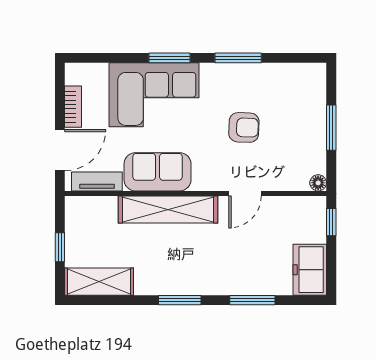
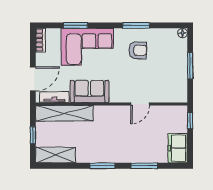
window: (170, 58) -> (75, 25), moved
bookcase: (73, 107) -> (40, 40), moved
armchair: (244, 127) -> (138, 50), moved
floor lamp: (318, 183) -> (183, 33), moved
shelving: (168, 209) -> (64, 113), moved

